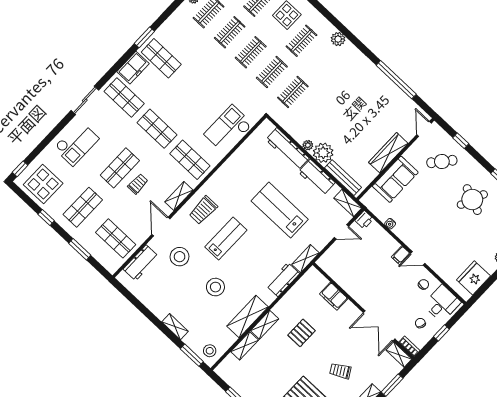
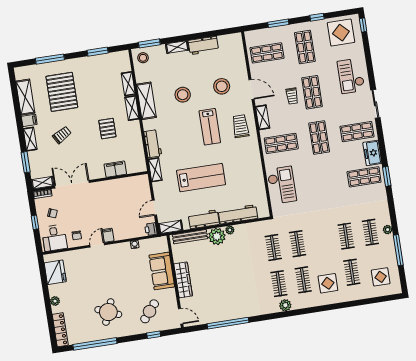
clothes rail: (251, 52) -> (279, 284), moved
shop shelf: (157, 129) -> (319, 138), turned 90
workbench: (141, 263) -> (203, 45), moved, turned -90

